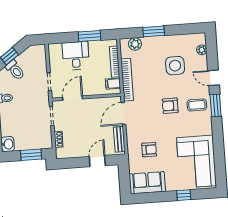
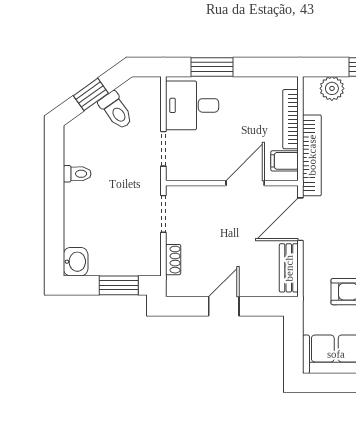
window: (90, 36) -> (212, 67), moved
desk: (76, 56) -> (192, 105), moved, turned -90
toilet: (15, 70) -> (116, 110), moved
door: (73, 98) -> (245, 183), moved
door: (97, 161) -> (224, 306), moved

